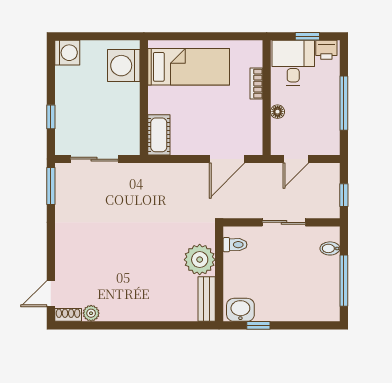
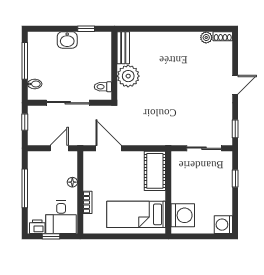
cot: (159, 135) -> (155, 171), width x1.37, depth x1.34
door: (227, 159) -> (109, 148), hinge flipped
window: (51, 186) -> (235, 129), width x0.67
sliding door: (284, 222) -> (68, 103), width x1.37
door: (51, 294) -> (235, 85), moved
washbasin: (240, 310) -> (67, 40), moved

